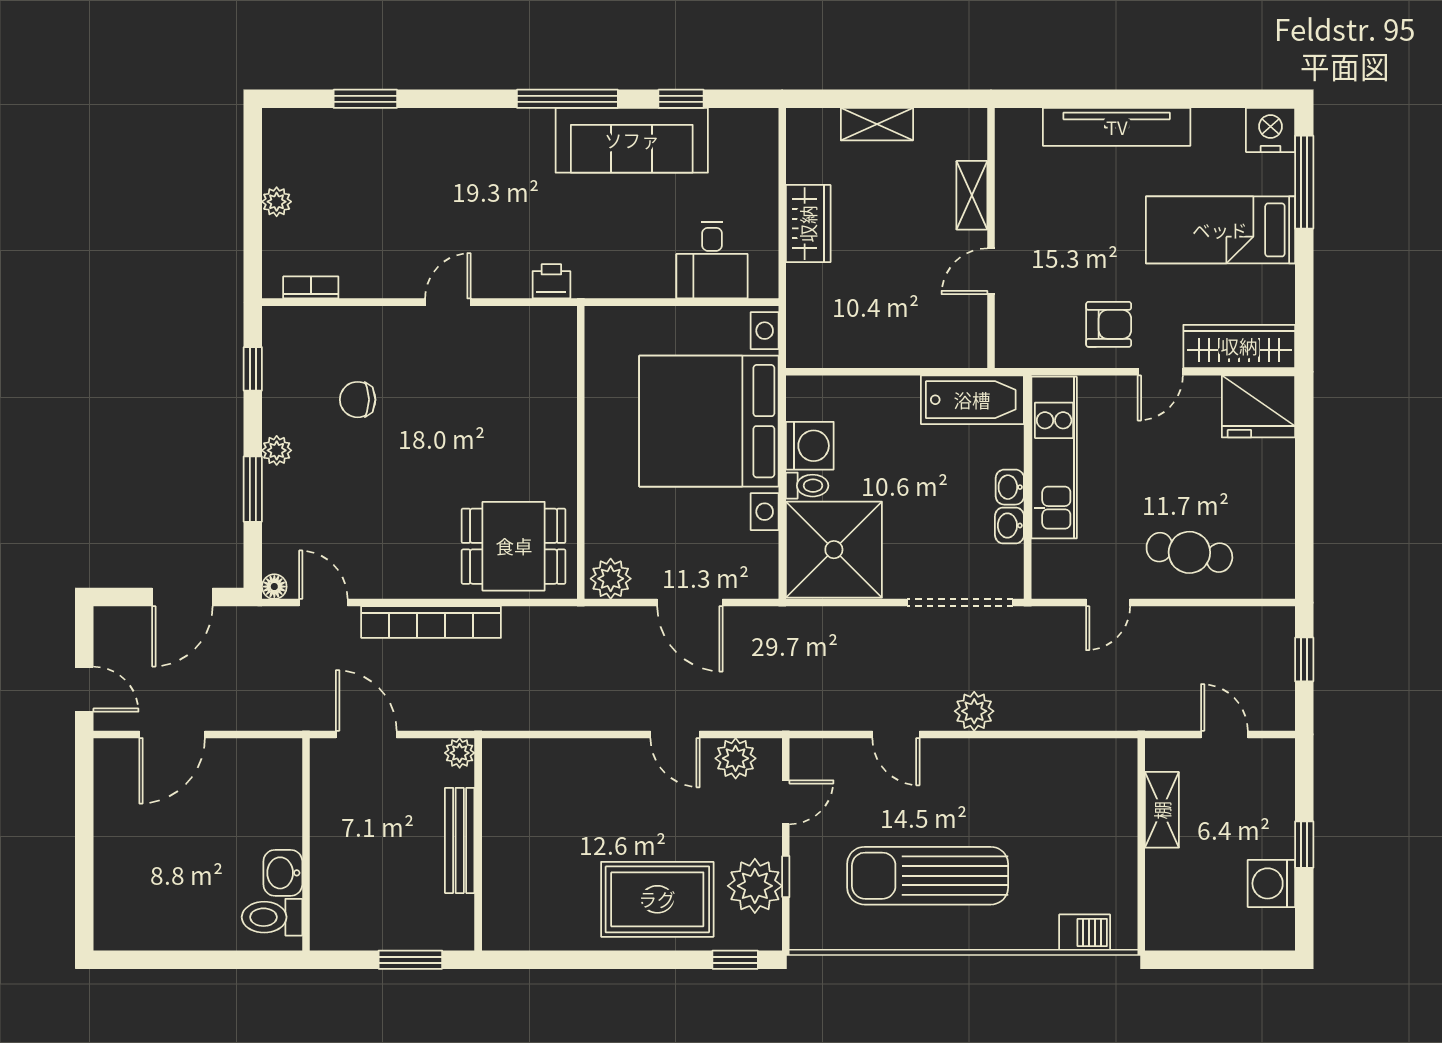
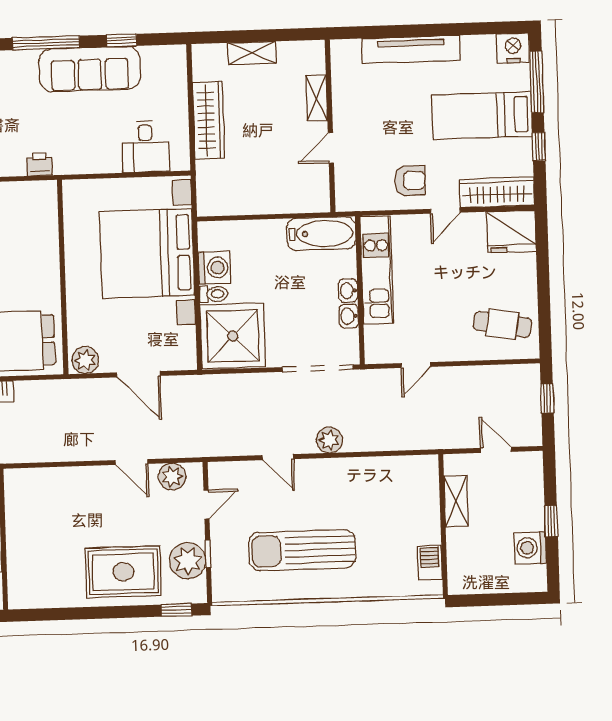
wardrobe: (808, 224) -> (209, 120), width x1.50
window: (1304, 280) -> (539, 147), added
cafe table: (1189, 552) -> (502, 324), moved
barbecue: (1085, 932) -> (430, 562), moved, turned -90

